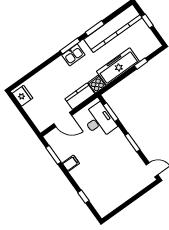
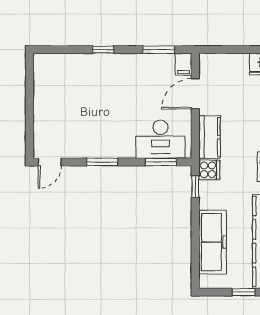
window: (141, 64) -> (195, 187), moved
freezer: (118, 66) -> (213, 242), moved
filing cabinet: (71, 163) -> (183, 64), moved
window: (83, 197) -> (103, 50), moved

